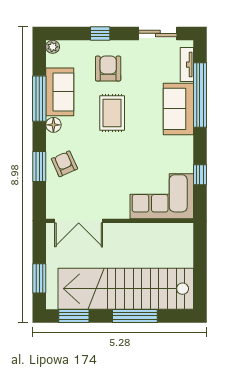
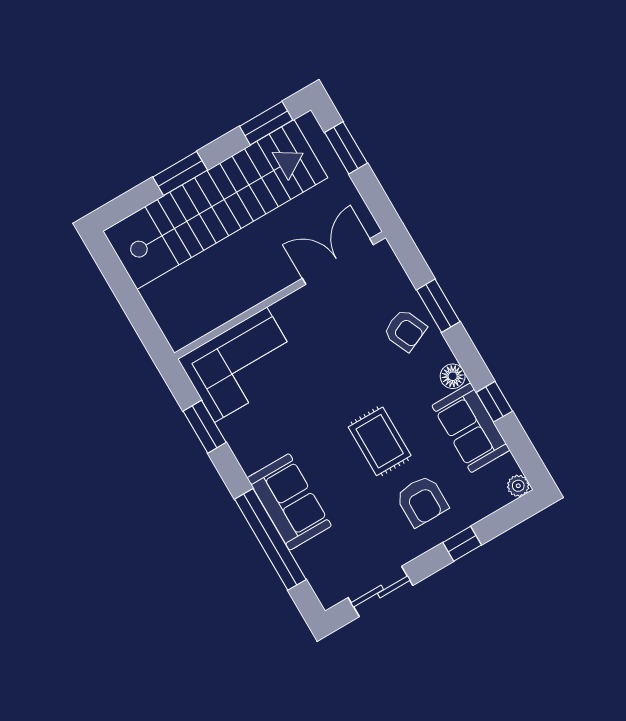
tv unit: (187, 65) -> (314, 571), removed
window: (39, 99) -> (494, 402), width x0.46
window: (200, 175) -> (205, 427), width x1.50
window: (135, 316) -> (180, 173), width x0.69

